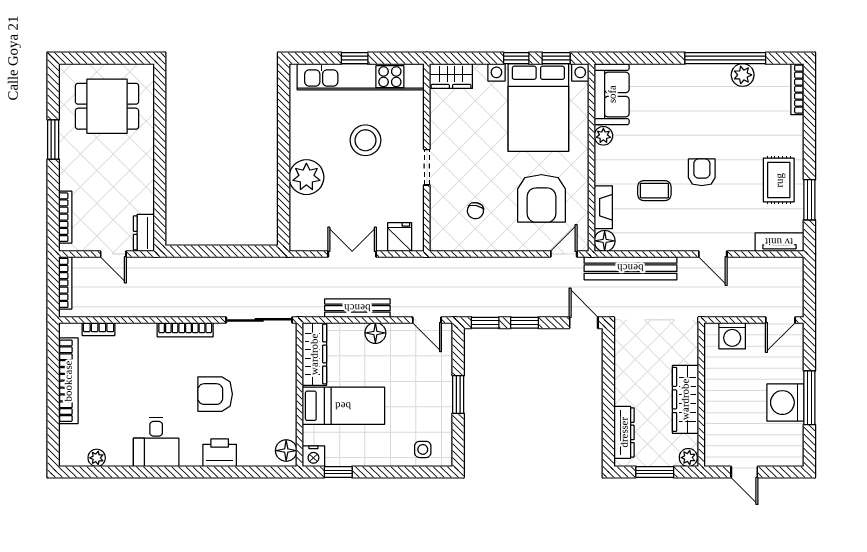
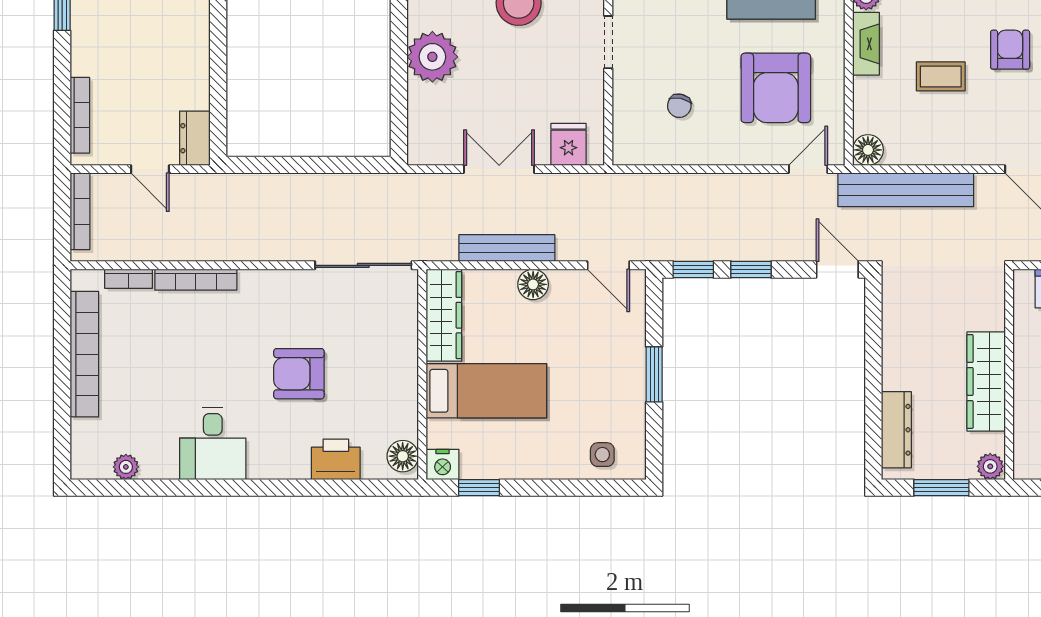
fireplace: (603, 207) -> (866, 44), moved
bookcase: (185, 330) -> (196, 280), moved
printer: (220, 453) -> (336, 459), moved

